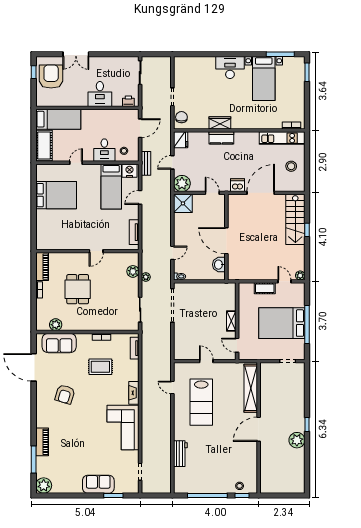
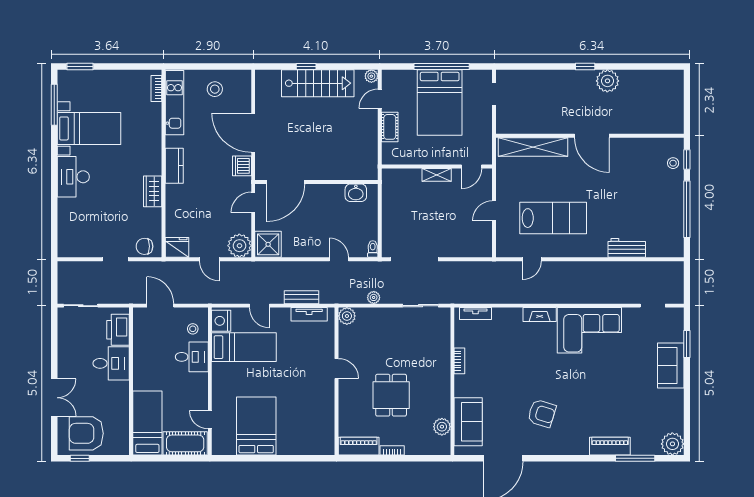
printer: (128, 101) -> (118, 330), width x1.87, depth x1.48
kitchen counter: (221, 138) -> (174, 166), moved
door: (76, 163) -> (210, 420), moved
bench: (146, 163) -> (302, 297), moved
stairs: (295, 219) -> (318, 83), moved
door: (226, 241) -> (286, 182), moved
plant: (133, 271) -> (347, 316), moved
dining table: (78, 289) -> (391, 395), turned 90
rug: (100, 367) -> (502, 363), removed

